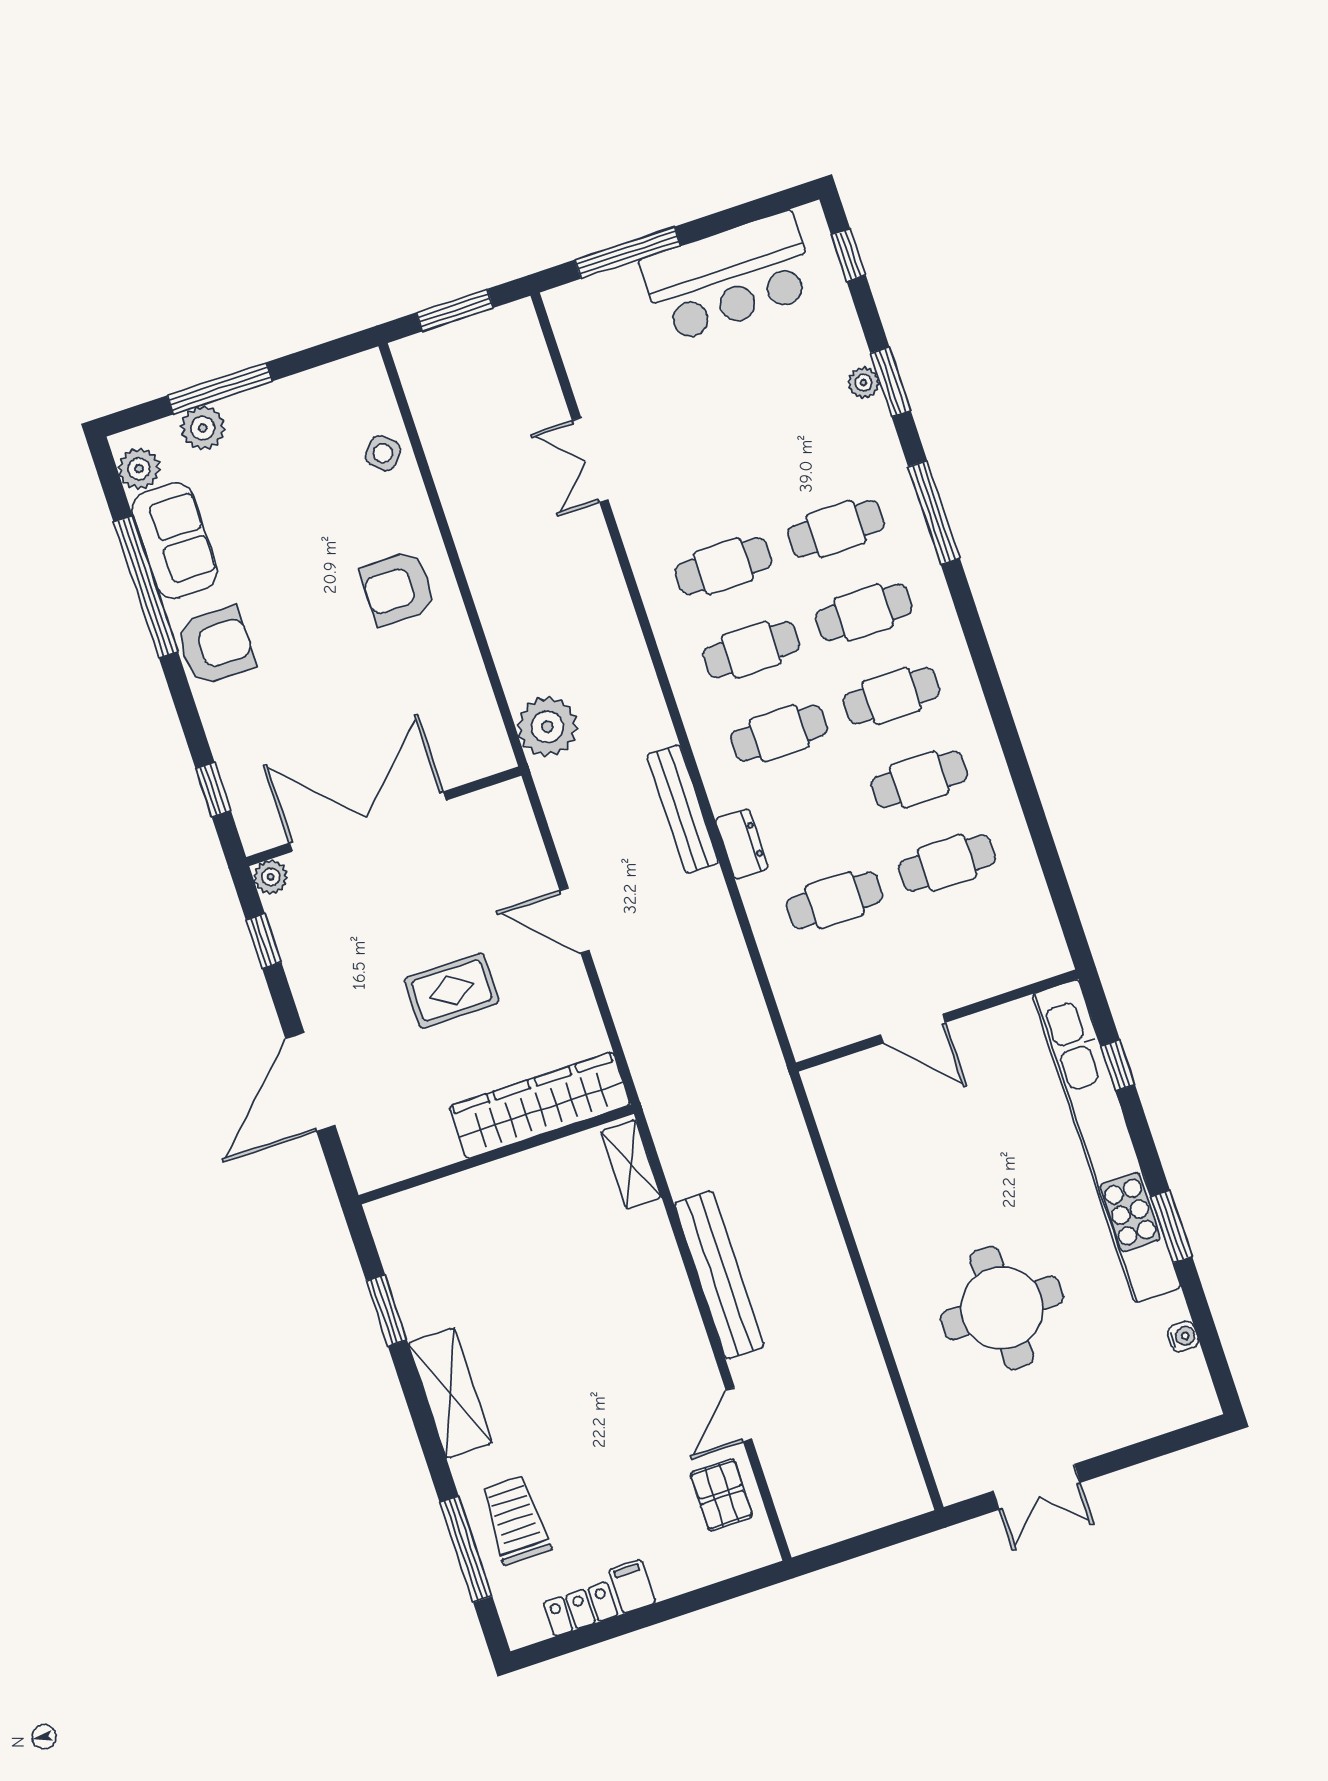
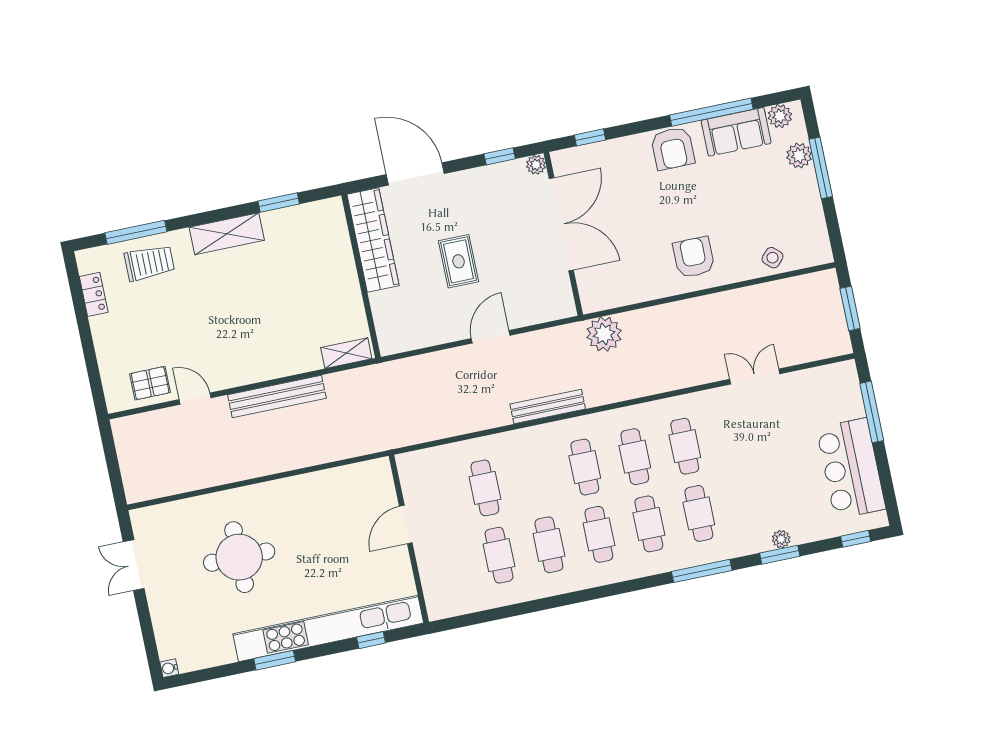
dresser: (742, 844) -> (524, 438), removed
wardrobe: (540, 1105) -> (373, 240), moved
water cooler: (1183, 1337) -> (169, 668), moved, turned 90
filing cabinet: (632, 1586) -> (103, 326), removed

